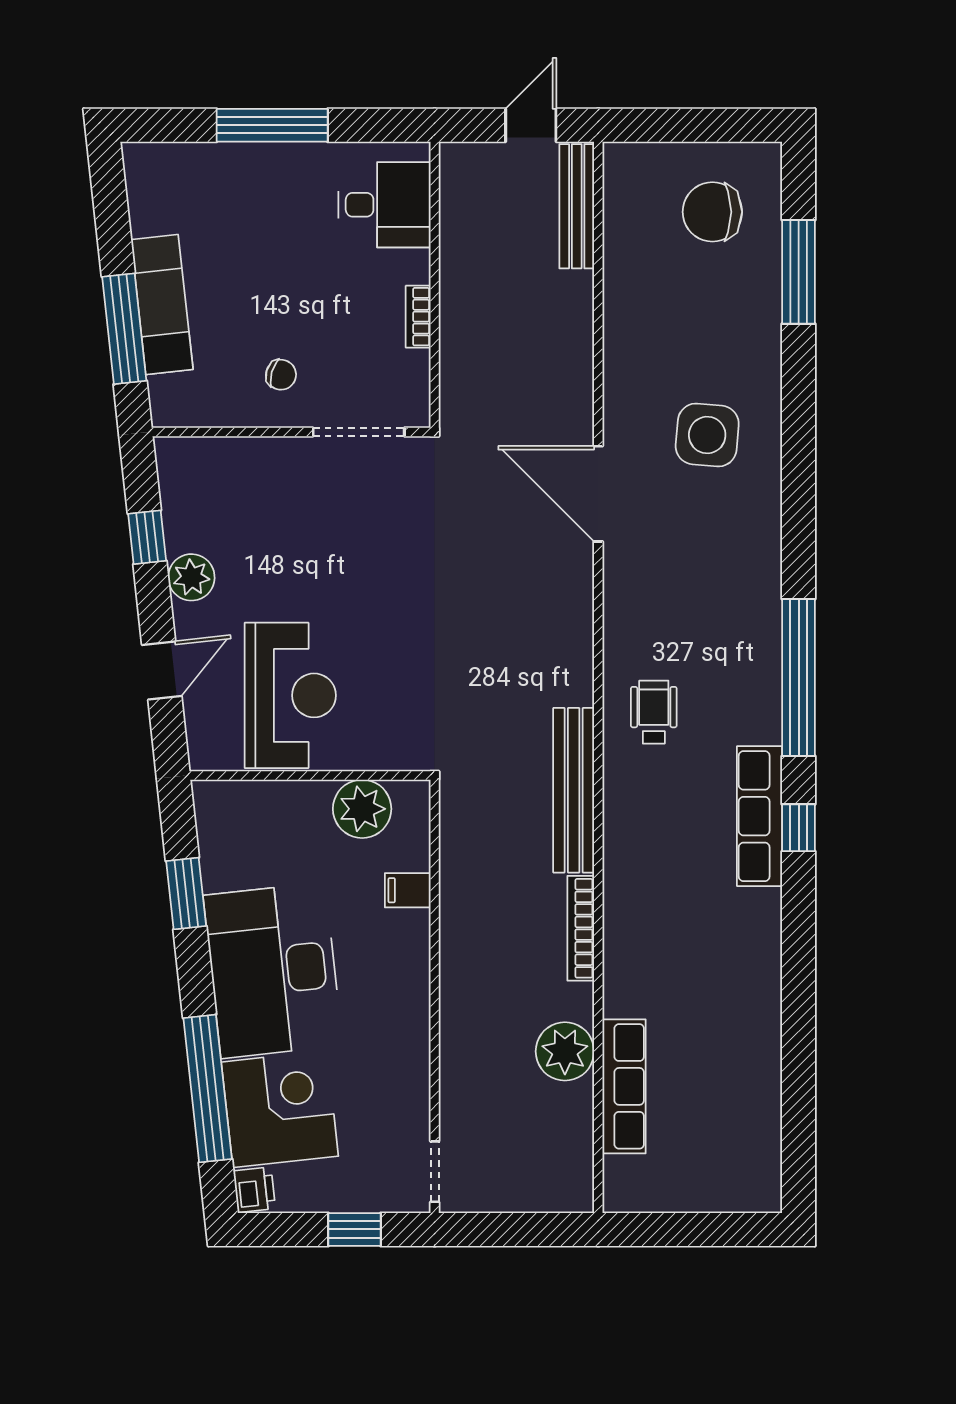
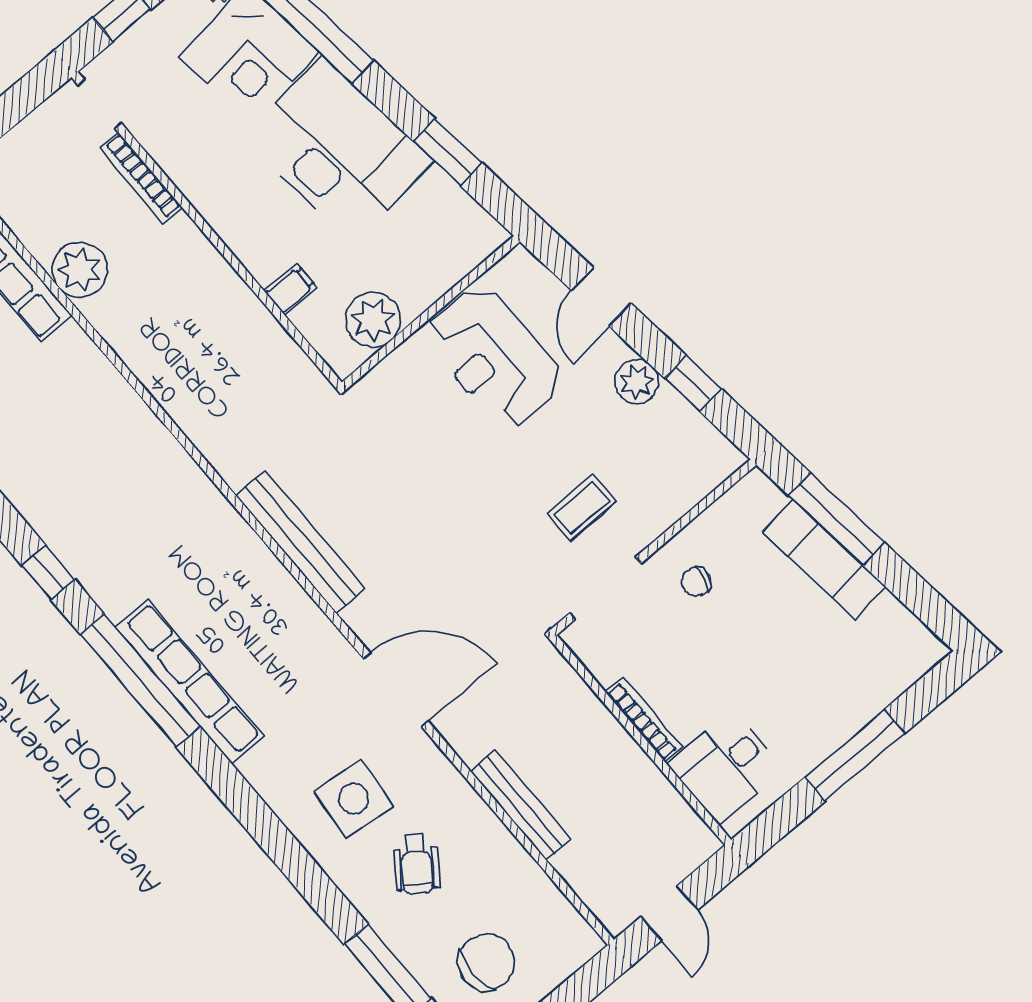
bench: (577, 206) -> (521, 805), moved
bookcase: (418, 317) -> (644, 720), width x1.56
coffee table: (323, 513) -> (582, 508), added
wheelchair: (654, 712) -> (416, 864), moved, turned 36
bench: (574, 790) -> (300, 542), moved
row of seats: (760, 816) -> (189, 682), moved, width x1.36
bookcase: (581, 928) -> (141, 178), moved, turned 180

